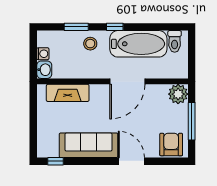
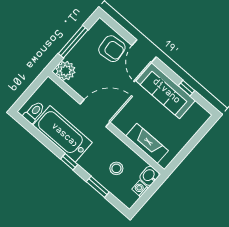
stool: (90, 44) -> (116, 168), moved
armchair: (171, 145) -> (112, 49), moved, turned -96
window: (56, 161) -> (187, 88), moved

